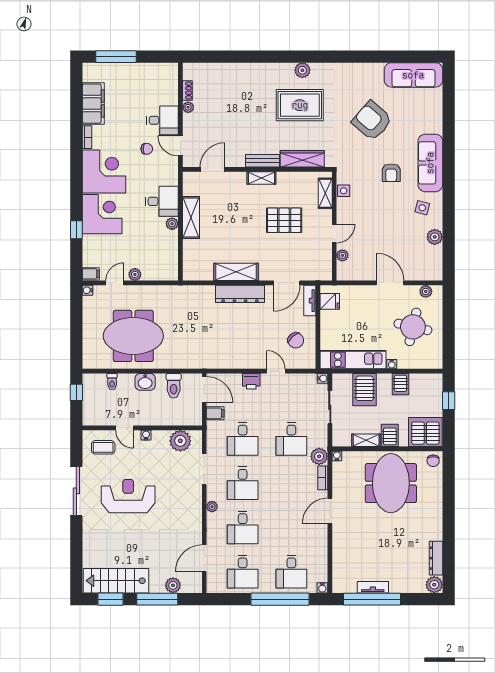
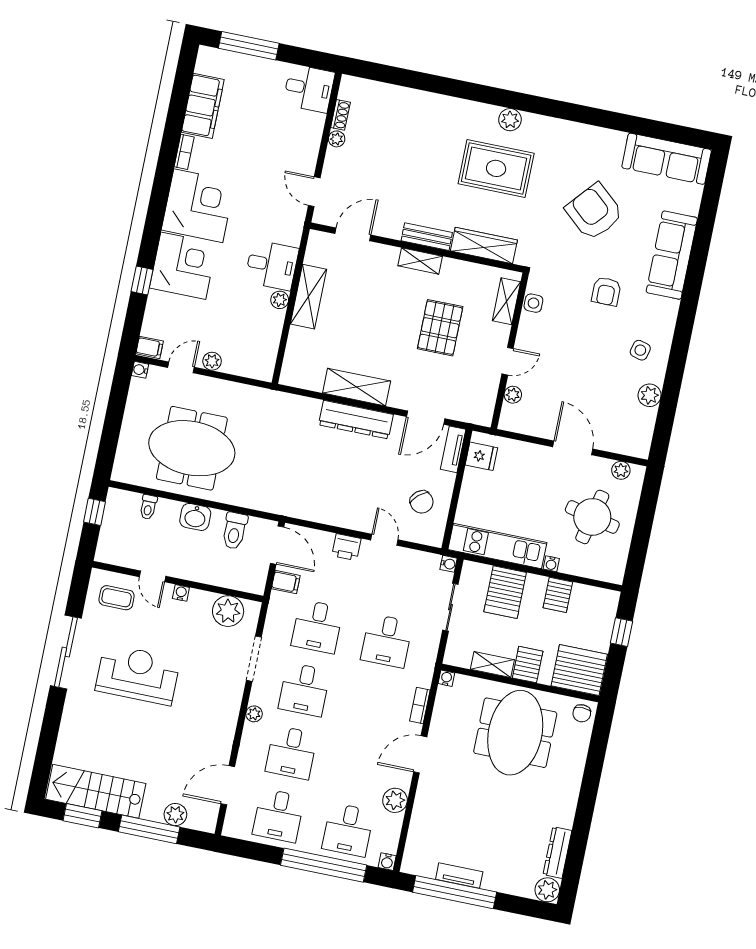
desk: (162, 120) -> (309, 88), moved
chair: (147, 149) -> (266, 186), removed
sofa: (430, 163) -> (672, 255), moved
pallet: (284, 220) -> (440, 328), turned 90
plant: (319, 456) -> (395, 800), moved

